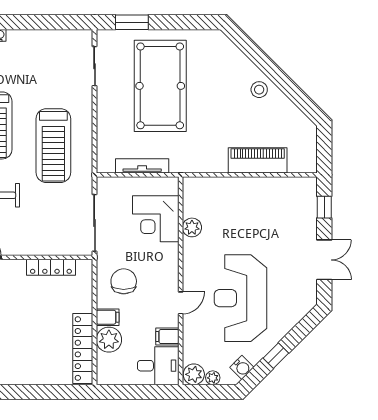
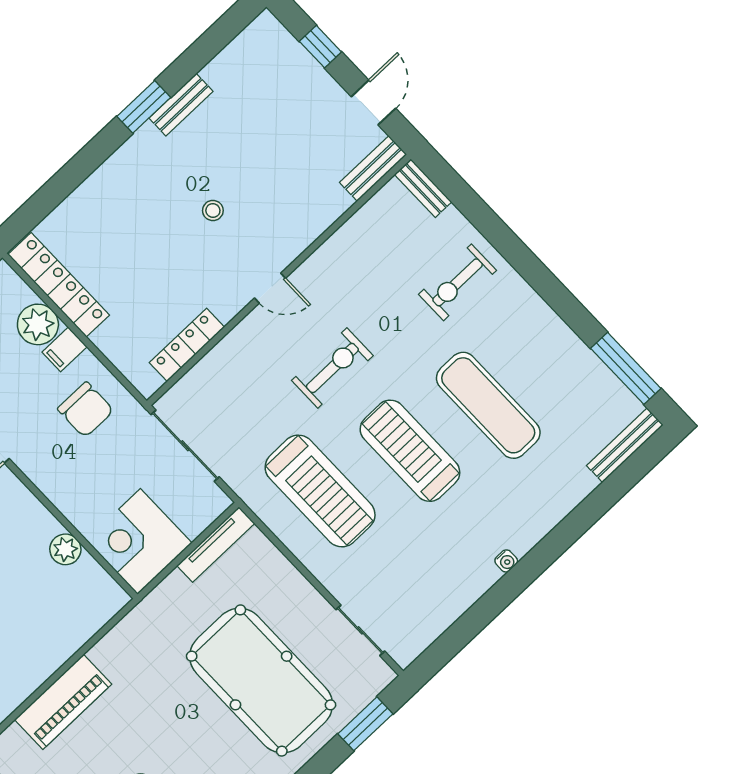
treadmill: (53, 146) -> (320, 491), turned 180
tv unit: (142, 166) -> (216, 545), moved
corner desk: (156, 219) -> (139, 542), moved, turned -90

